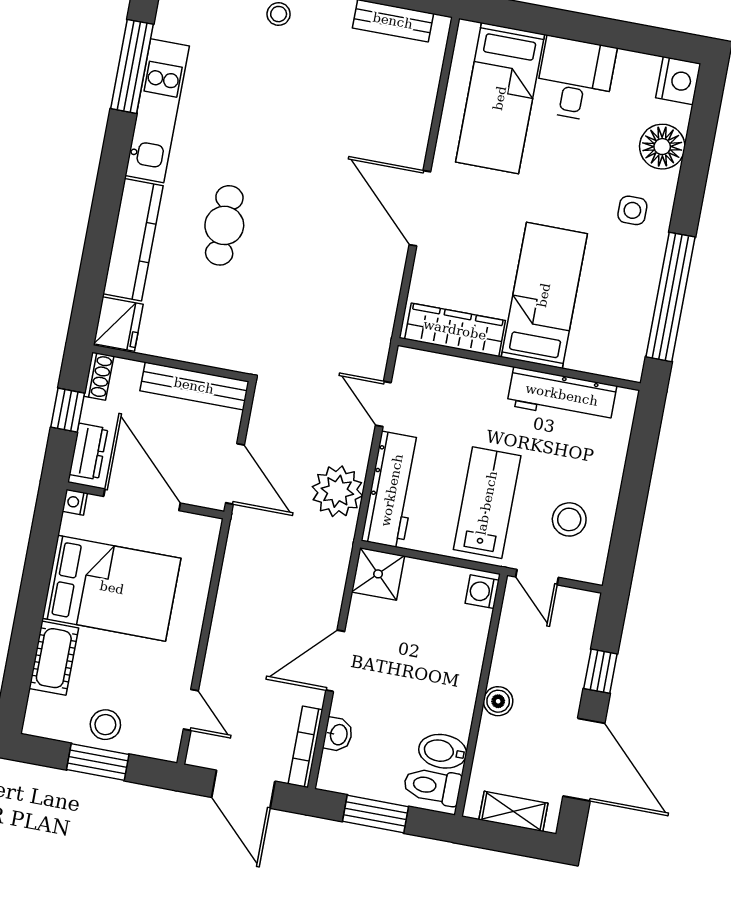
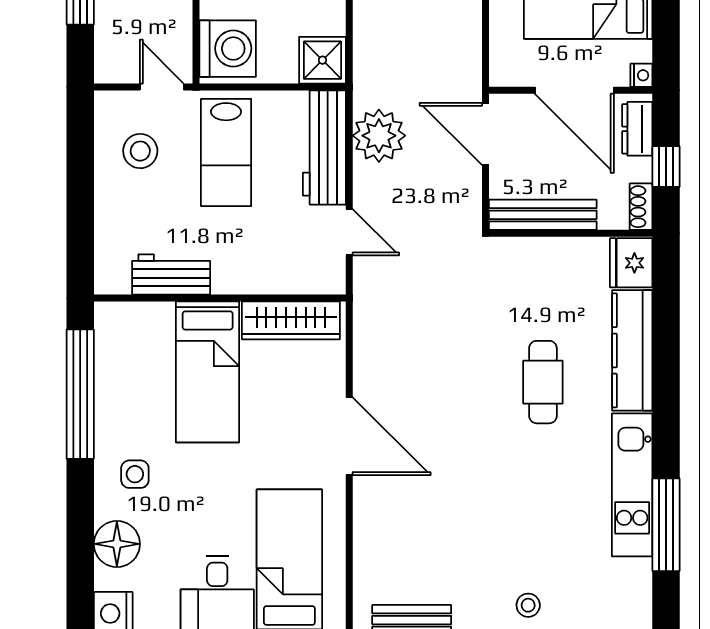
workbench: (562, 395) -> (171, 274), width x0.73
washing machine: (482, 592) -> (228, 49), width x1.89, depth x1.89

